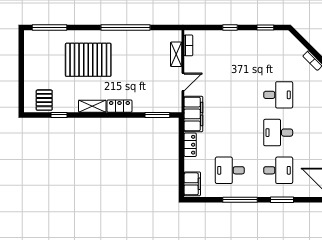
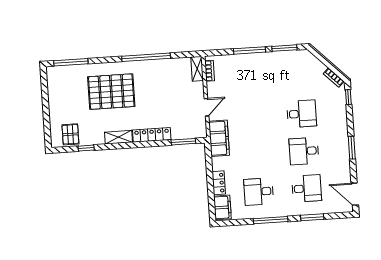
window: (230, 28) -> (249, 50), width x2.17
window: (265, 28) -> (284, 48), width x1.50
shelving: (176, 54) -> (197, 69), moved
locker: (119, 106) -> (152, 135), width x1.53
locker: (190, 145) -> (219, 183), moved

